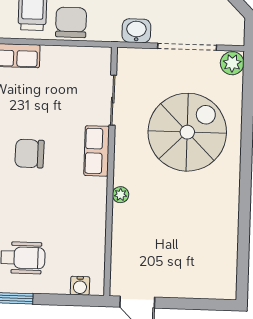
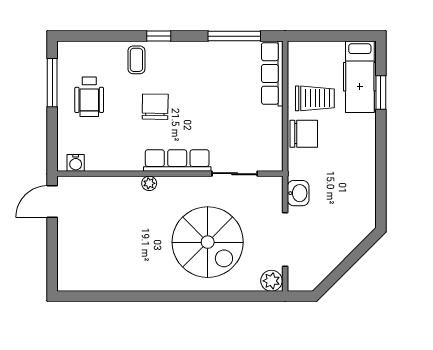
row of seats: (97, 151) -> (177, 161), width x1.48
chair: (29, 154) -> (155, 107), moved
water cooler: (80, 286) -> (76, 163), moved, turned -90

